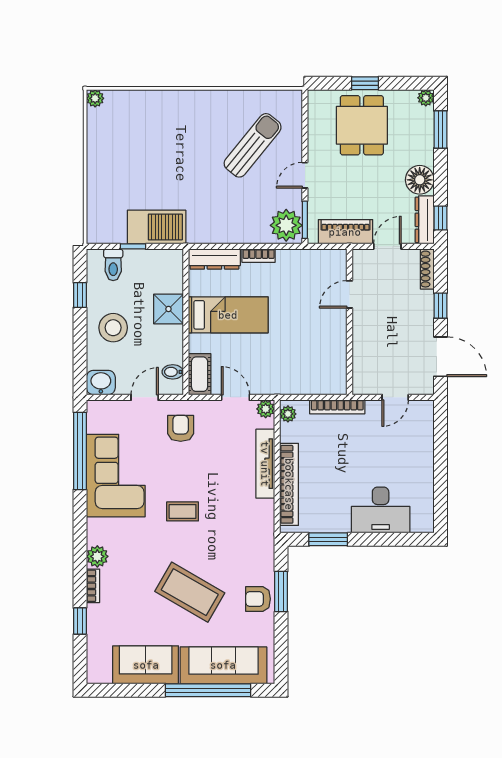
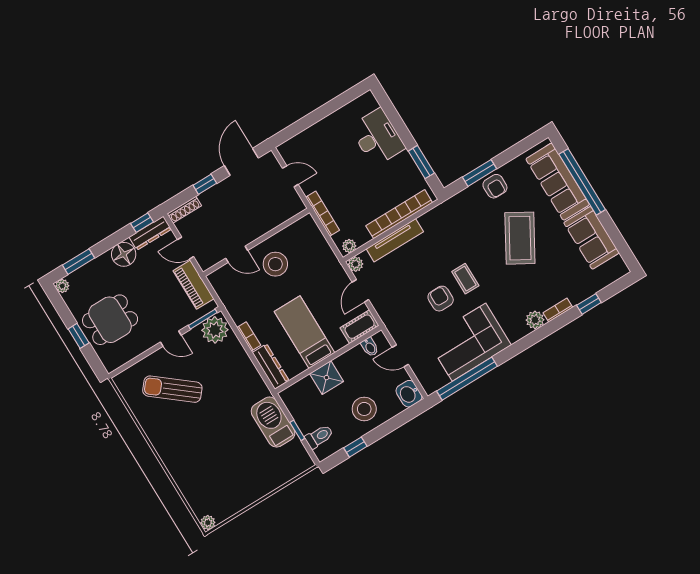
stool: (315, 328) -> (275, 264), added
armchair: (181, 428) -> (441, 299), moved, turned 90

